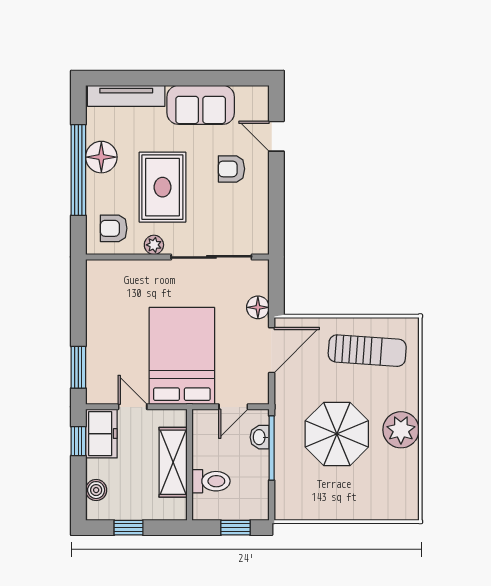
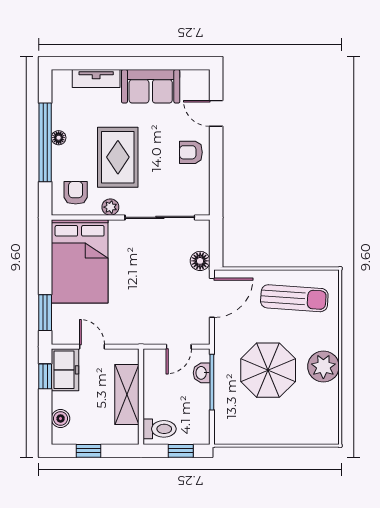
tv unit: (126, 96) -> (96, 79), width x0.71
floor lamp: (101, 157) -> (59, 138), width x0.53, depth x0.53
armchair: (231, 169) -> (191, 152), moved
armchair: (114, 228) -> (76, 193), turned 90
bed: (182, 356) -> (80, 261), moved, turned 180
toilet: (211, 481) -> (160, 429), moved

